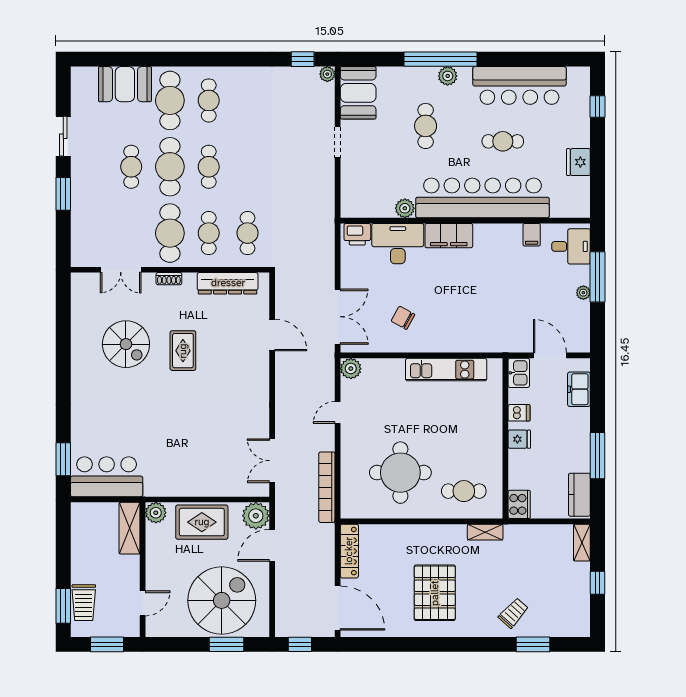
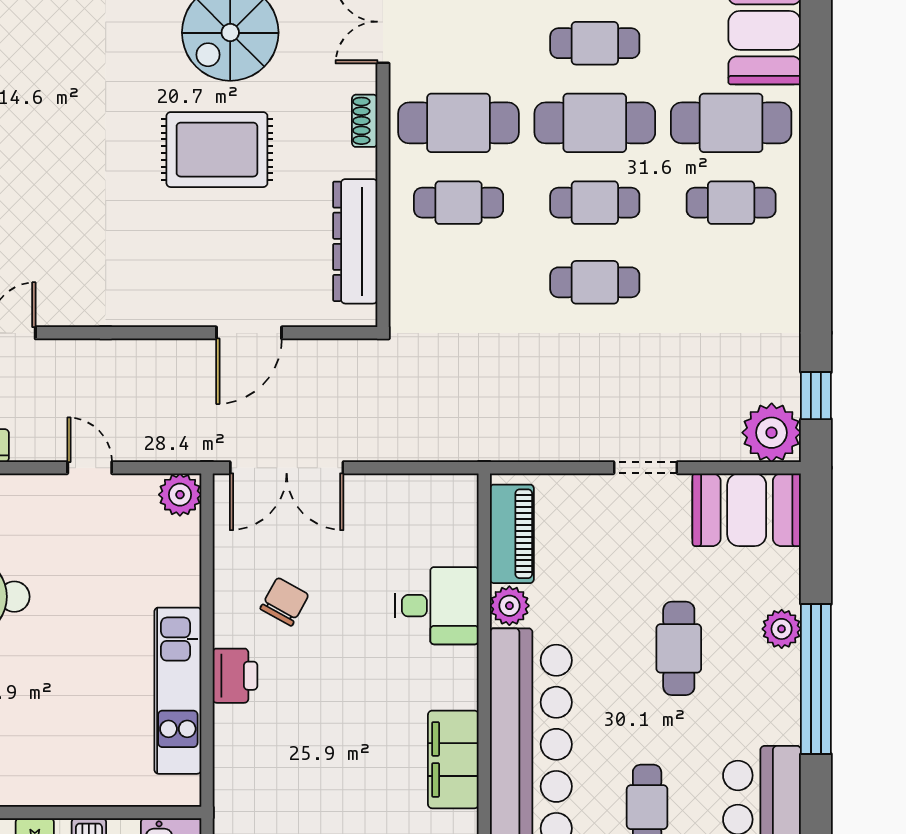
plant: (327, 74) -> (772, 433), width x1.87, depth x1.87
plant: (448, 76) -> (782, 629), moved
cafe table: (426, 126) -> (679, 648), turned 90
piano: (370, 207) -> (512, 534), added
cafe table: (248, 233) -> (595, 282), moved
printer: (357, 234) -> (235, 676), moved, turned 180
filing cabinet: (449, 236) -> (453, 759), moved
desk: (398, 244) -> (437, 606), width x0.73
rug: (183, 351) -> (217, 150), width x1.36, depth x1.43

